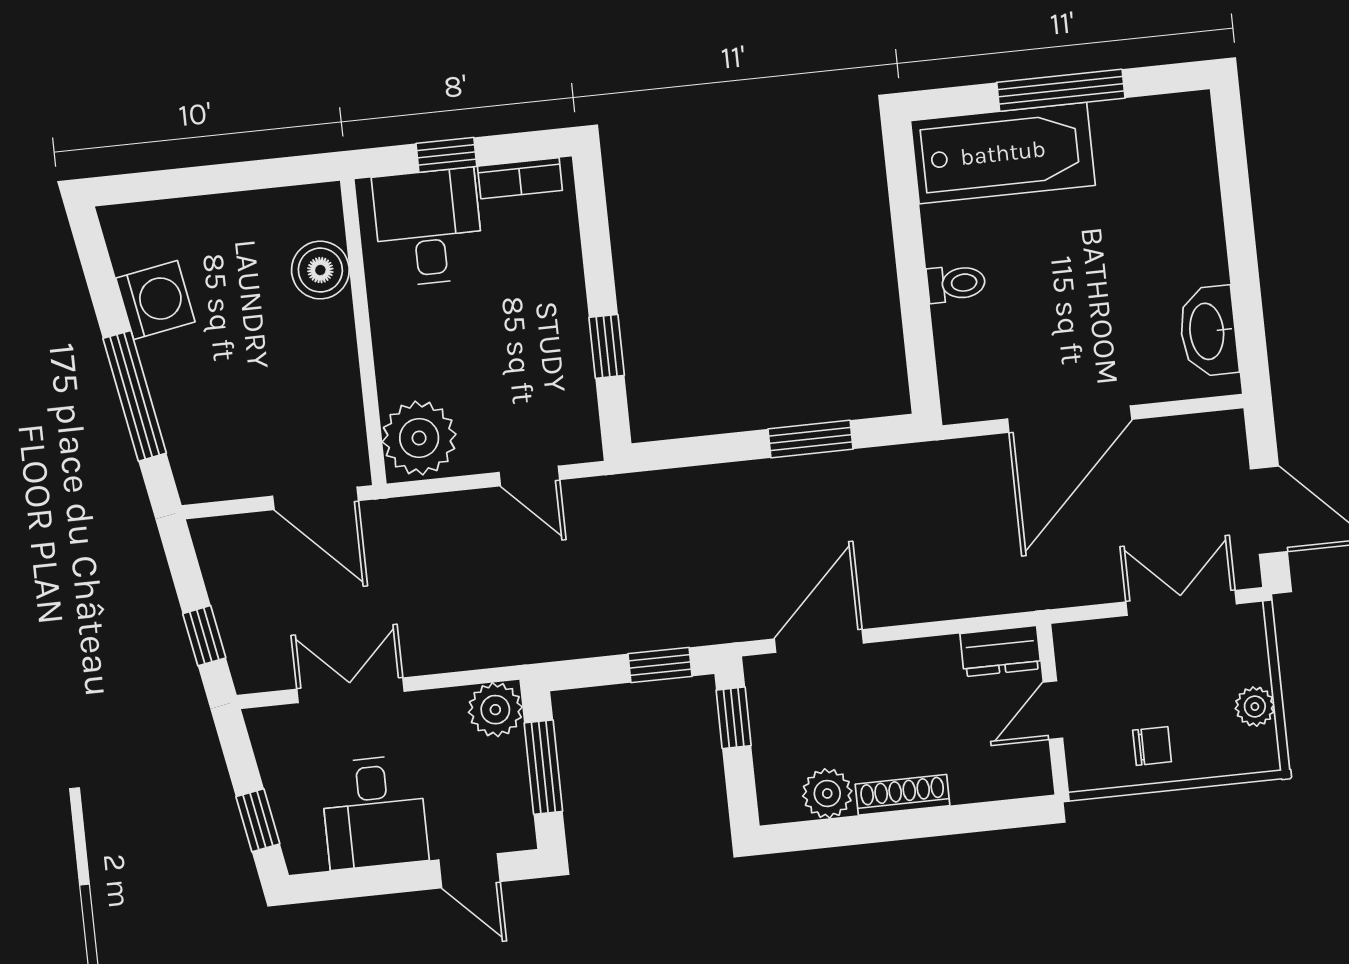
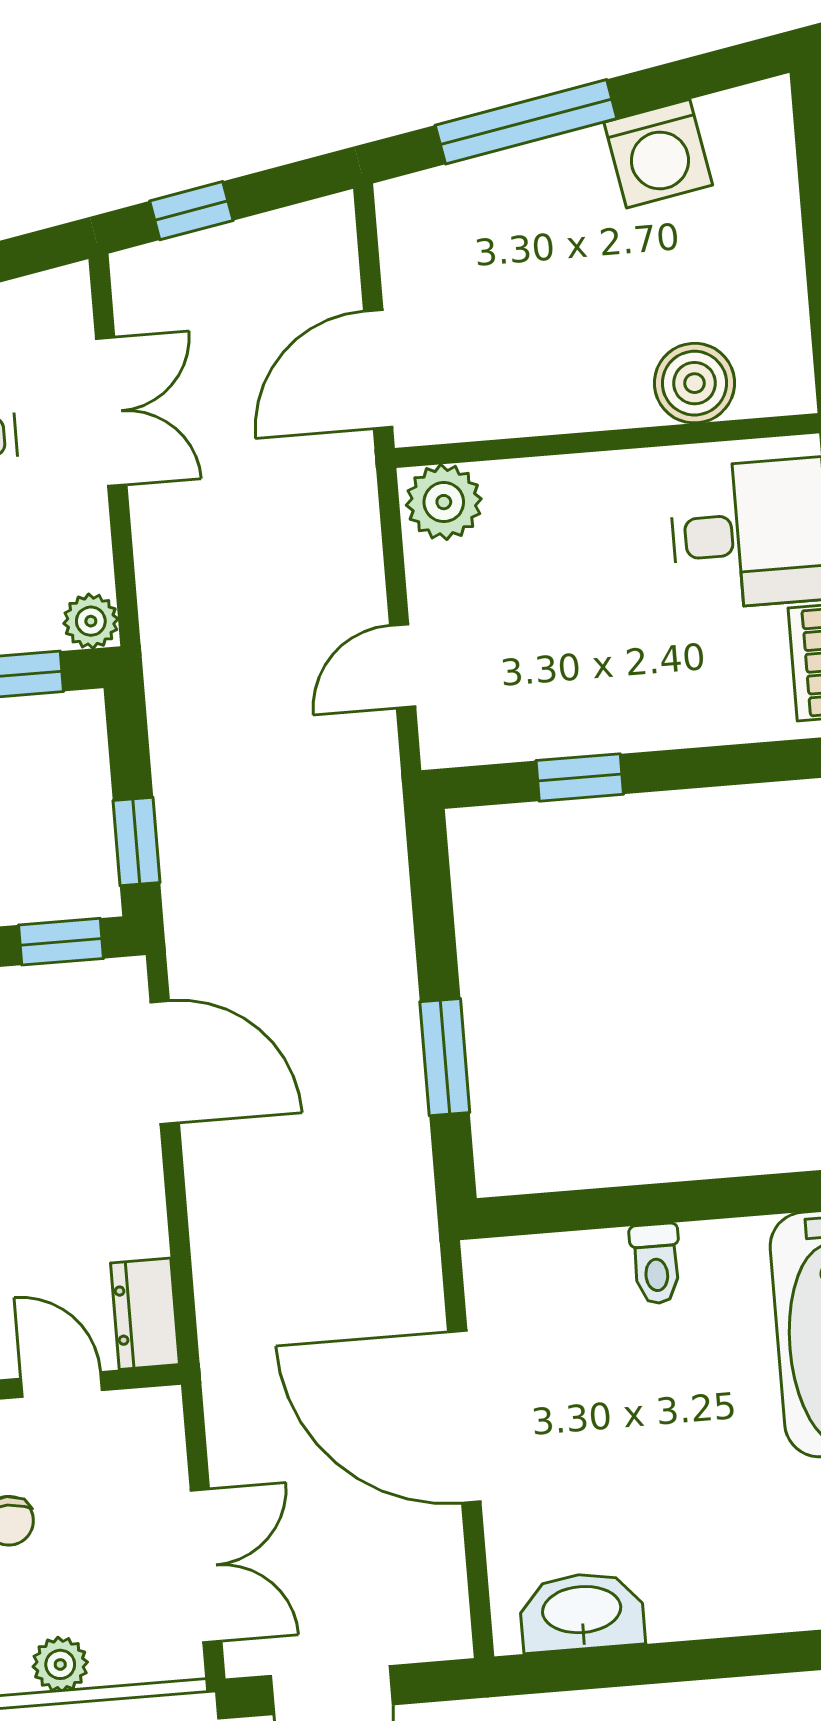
plant: (419, 438) -> (444, 502), width x0.73, depth x0.73
plant: (495, 710) -> (91, 621), width x0.73, depth x0.73

